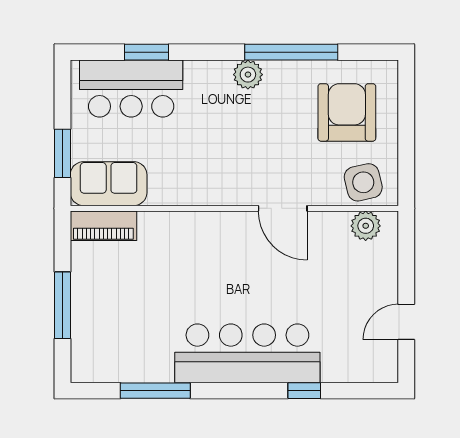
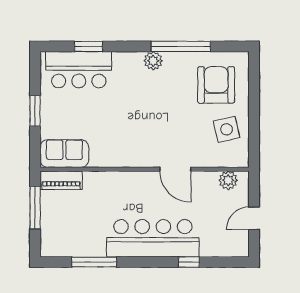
sofa: (109, 184) -> (64, 153), moved
wall: (234, 208) -> (145, 169), moved
door: (283, 208) -> (175, 169), moved
piano: (103, 226) -> (61, 180), moved
plant: (366, 226) -> (228, 180), moved

